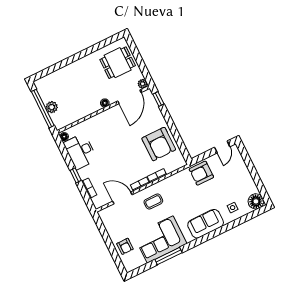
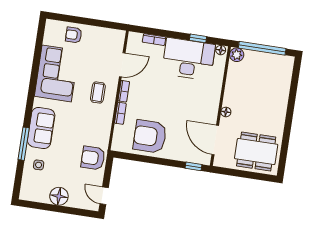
dining table: (118, 63) -> (256, 152), width x1.38
plant: (143, 84) -> (219, 161), removed
plant: (52, 107) -> (237, 55), moved
desk: (80, 151) -> (188, 59), width x1.36, depth x1.30
armchair: (201, 173) -> (93, 158), turned -90
window: (76, 175) -> (198, 38), moved
floor lamp: (256, 201) -> (59, 196), moved
window: (169, 256) -> (24, 144), moved

